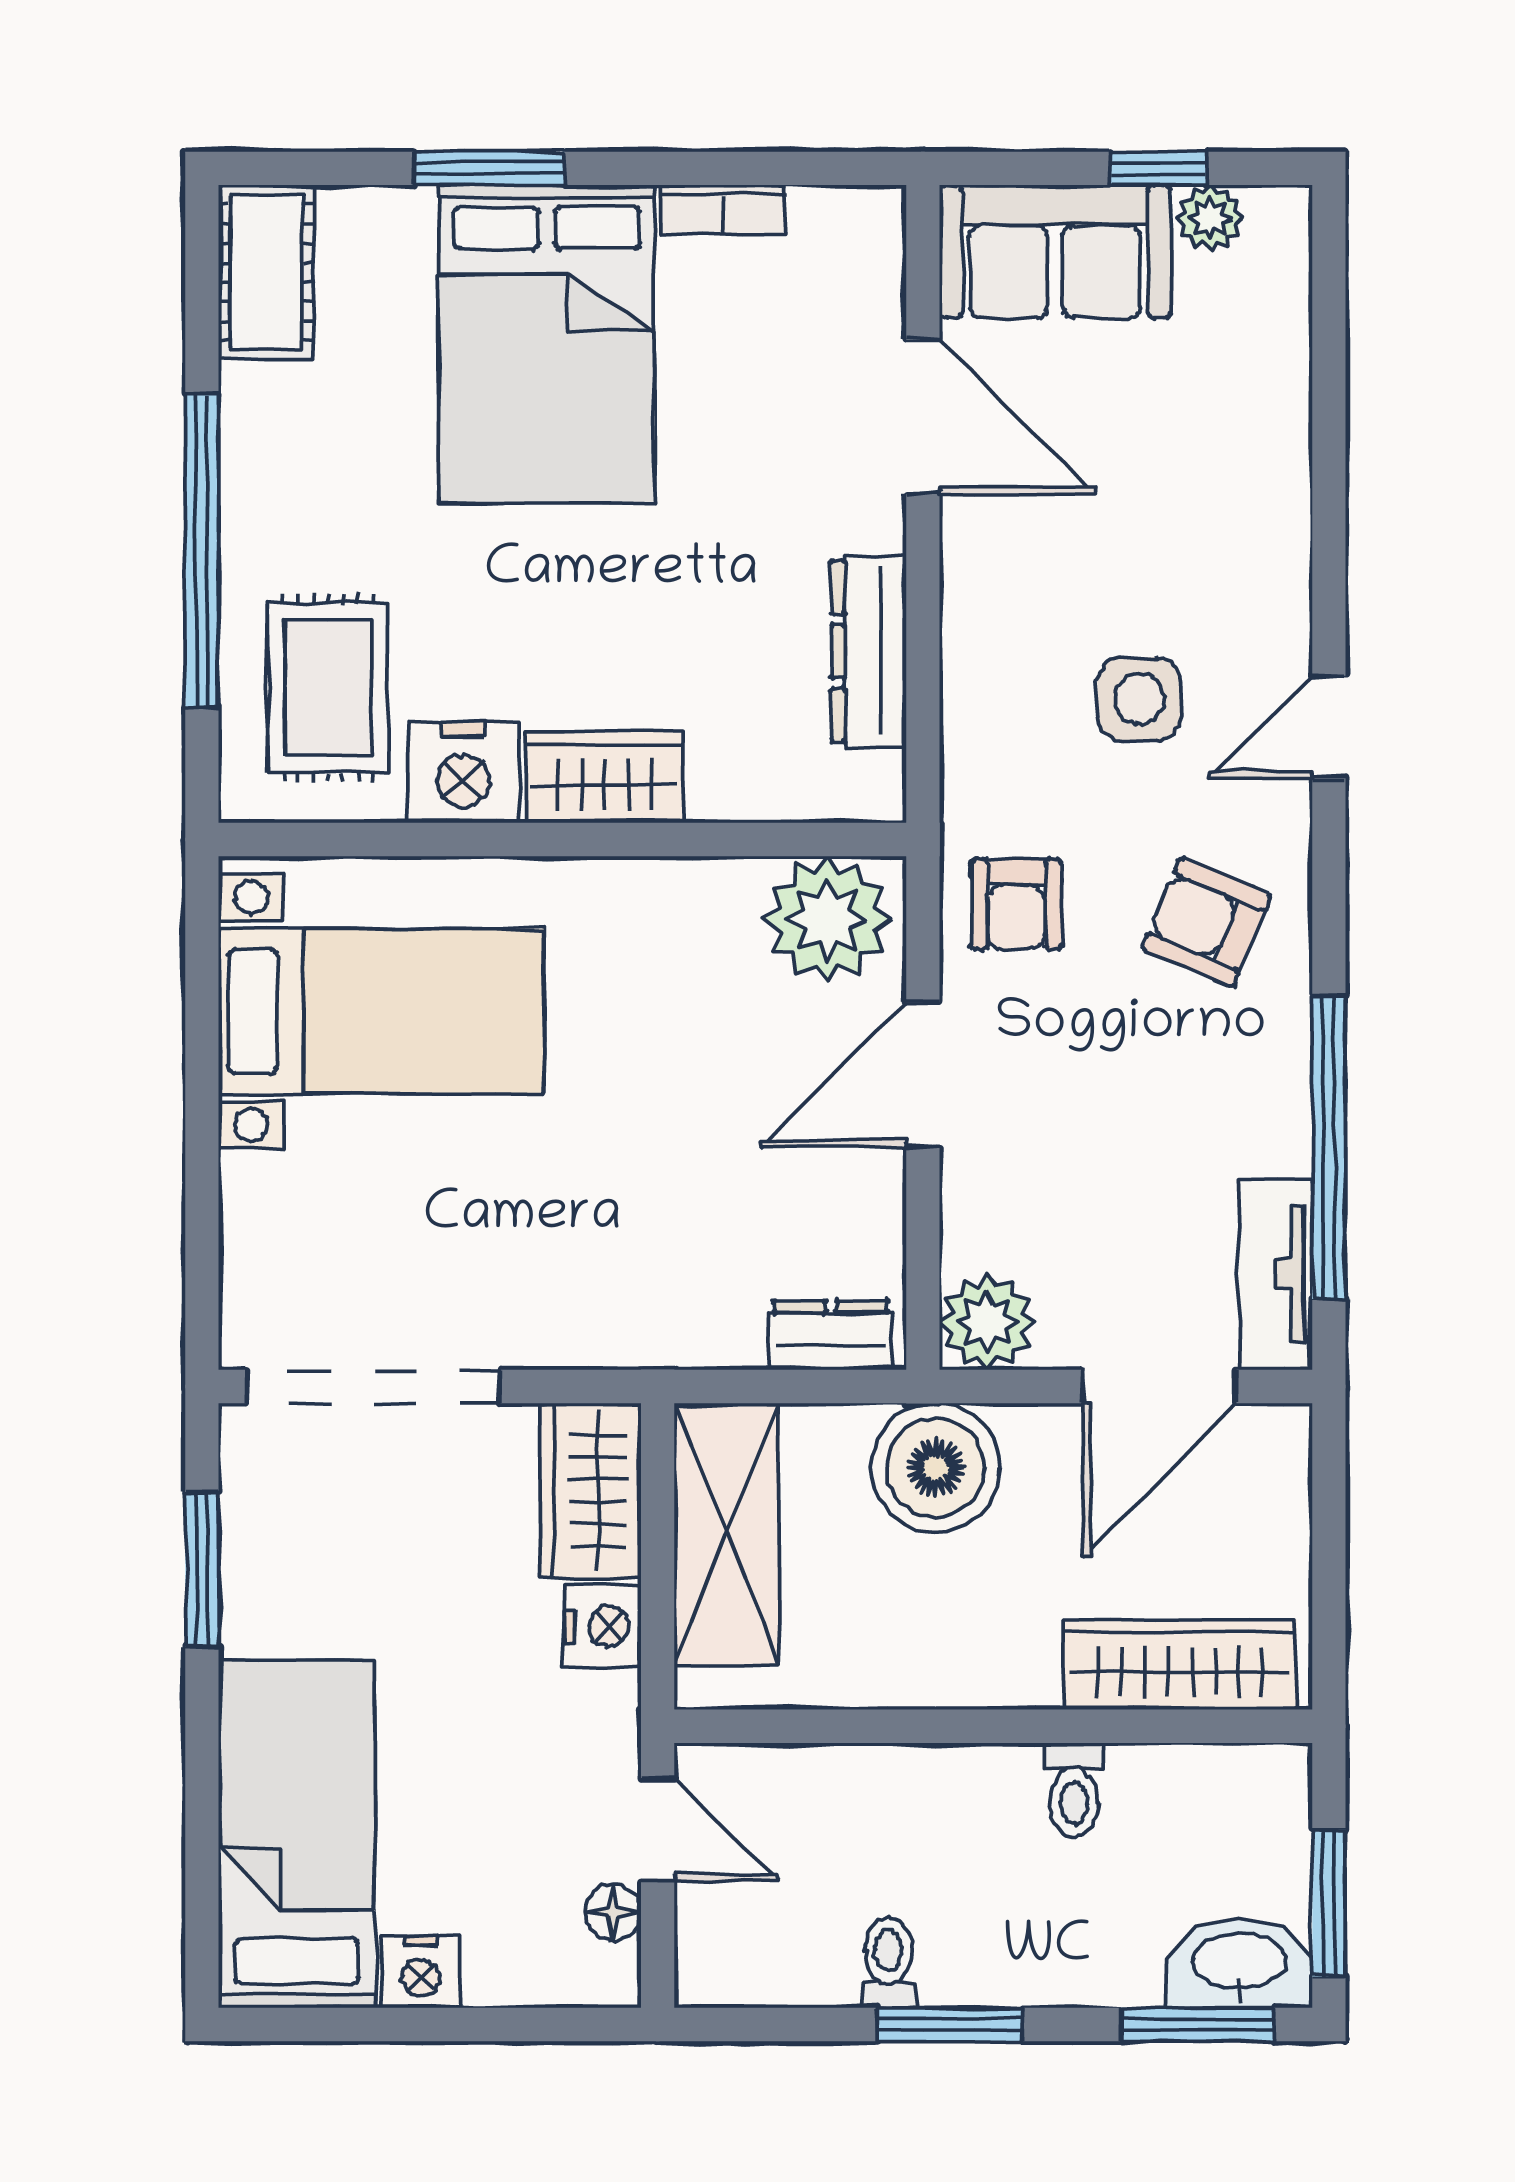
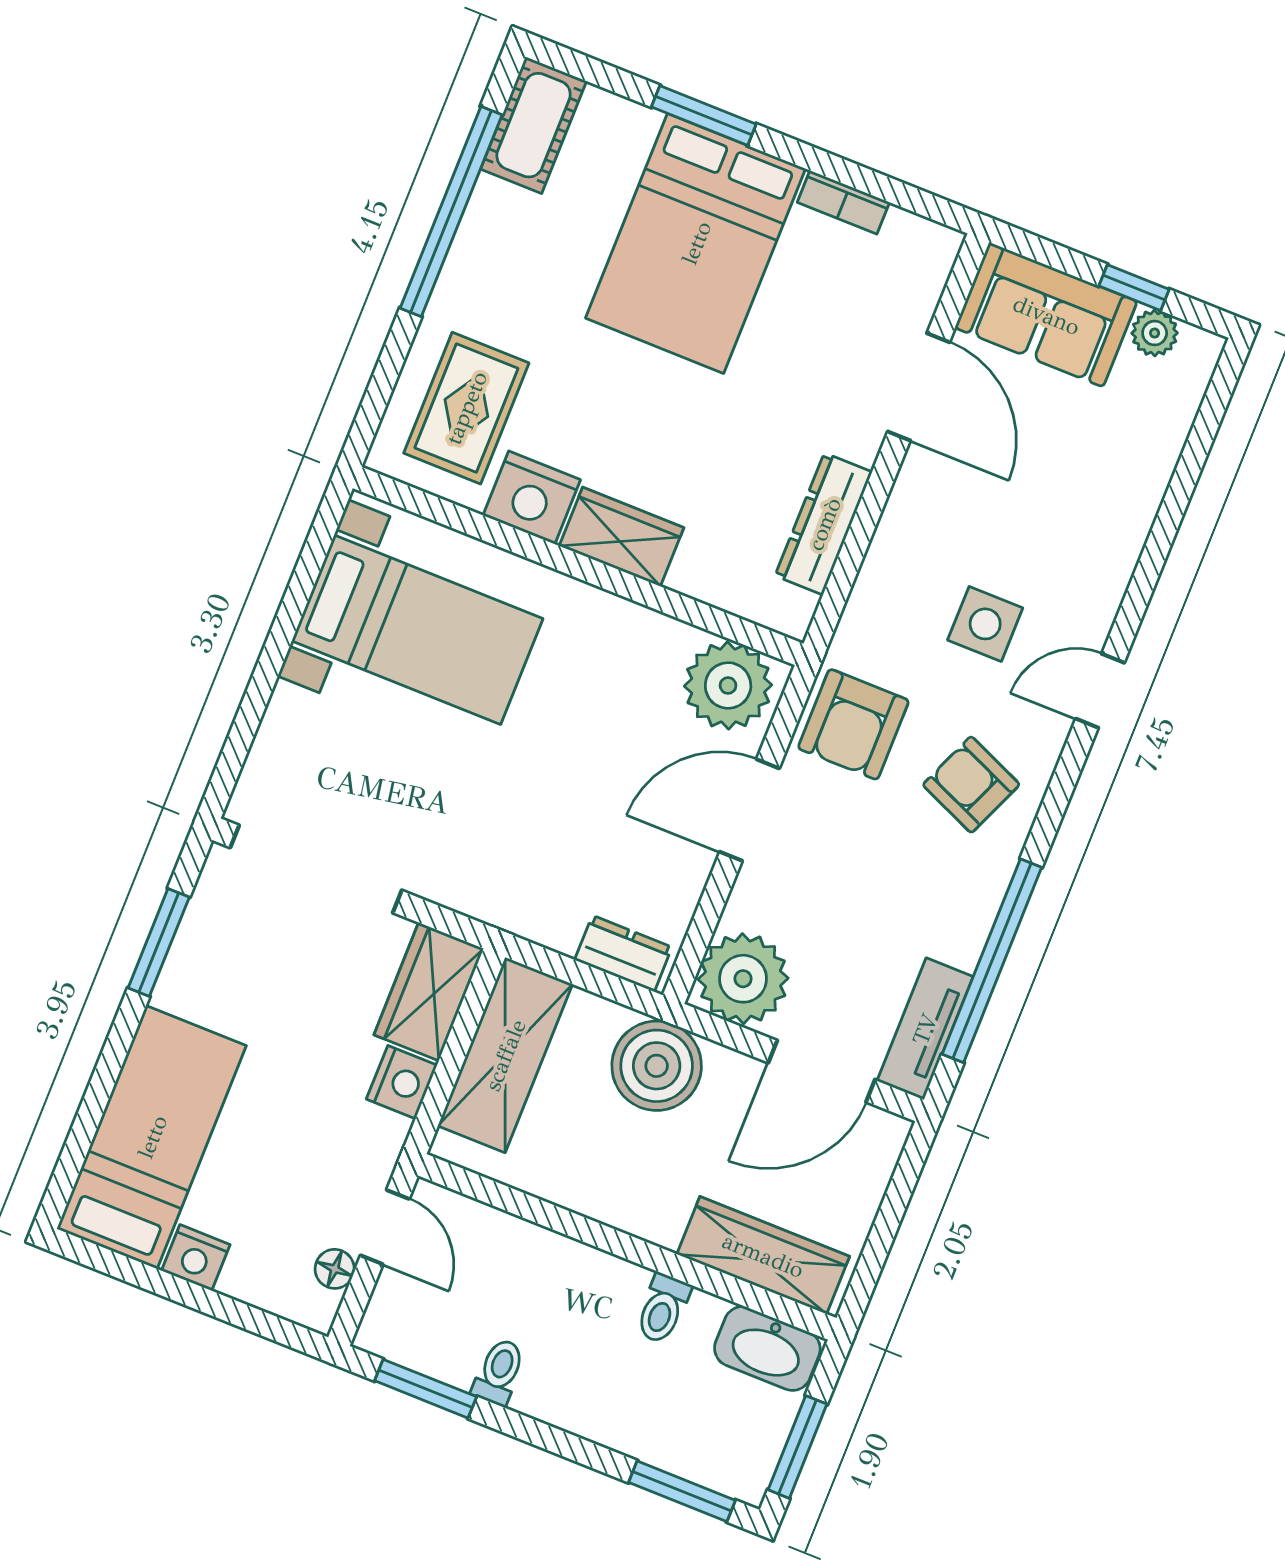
window: (202, 550) -> (451, 211), moved
armchair: (1016, 904) -> (853, 724), width x1.38, depth x1.38
plant: (987, 1322) -> (743, 979), width x1.36, depth x1.36
washbasin: (1239, 1963) -> (767, 1349), moved, turned 180
window: (950, 2025) -> (426, 1389), moved

